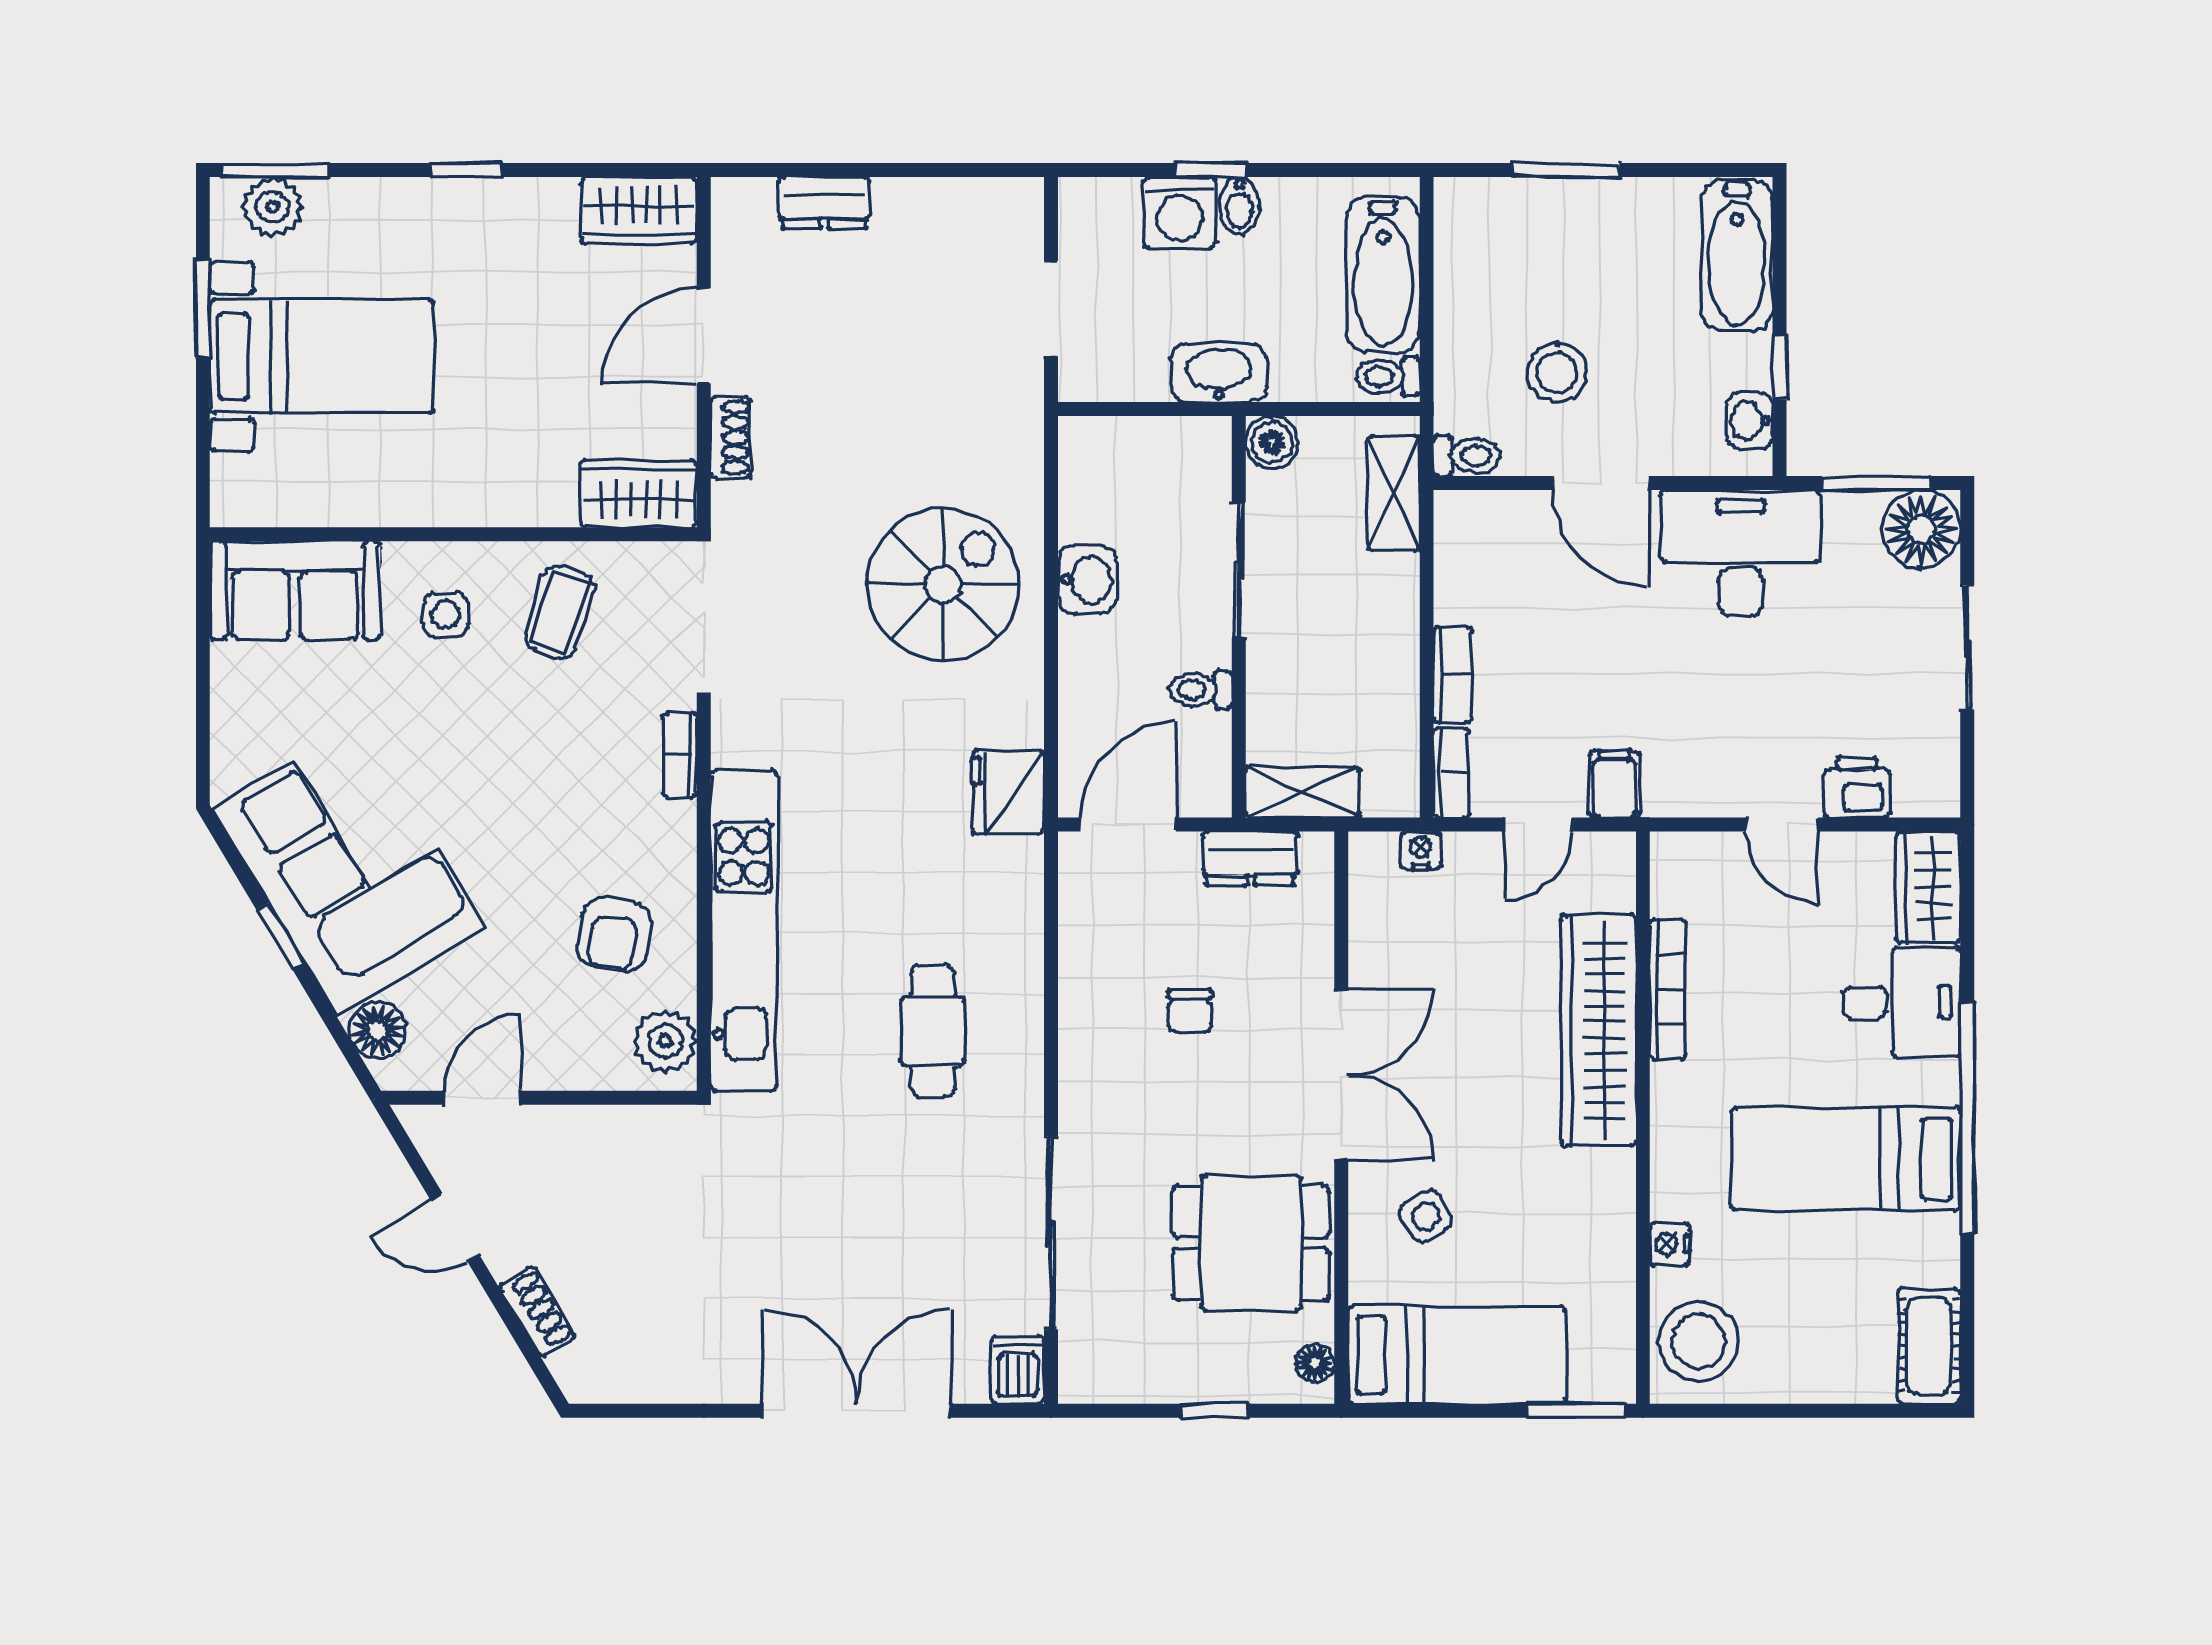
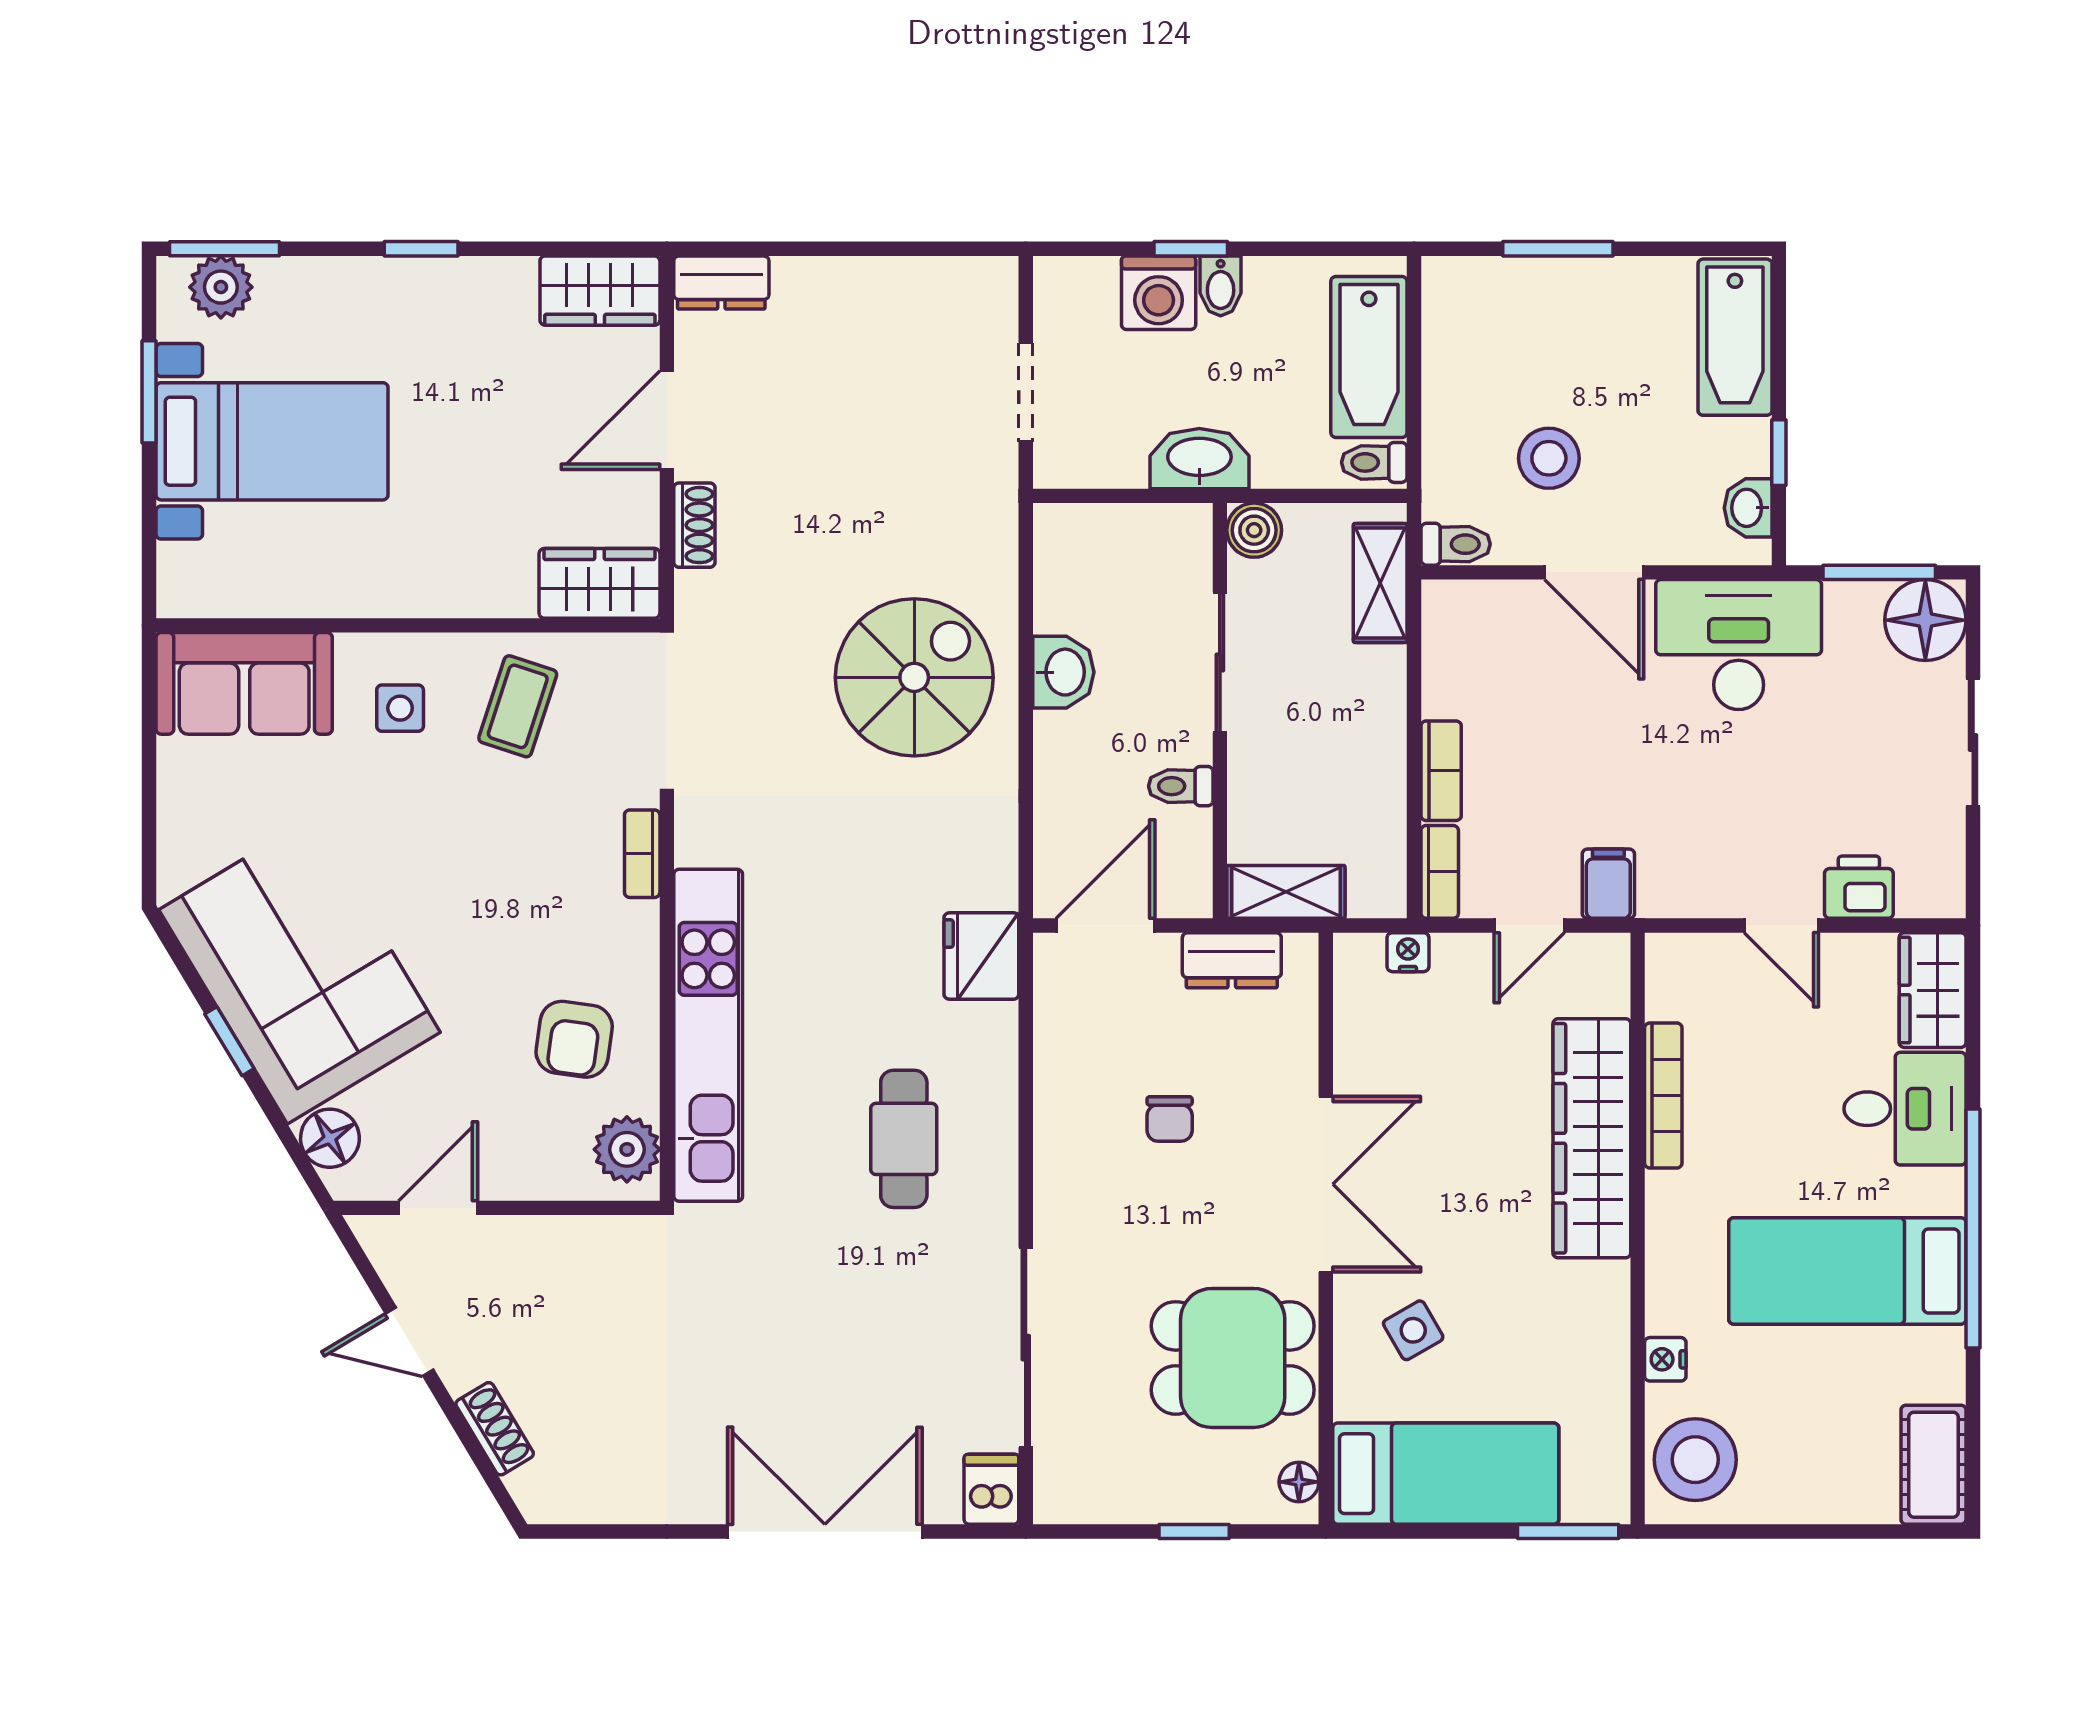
dresser: (824, 203) -> (721, 283), moved
fridge: (1008, 792) -> (981, 956), moved

